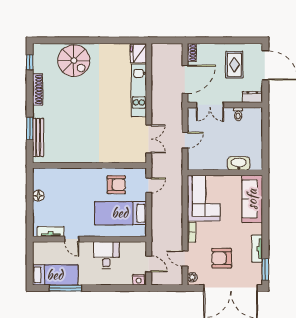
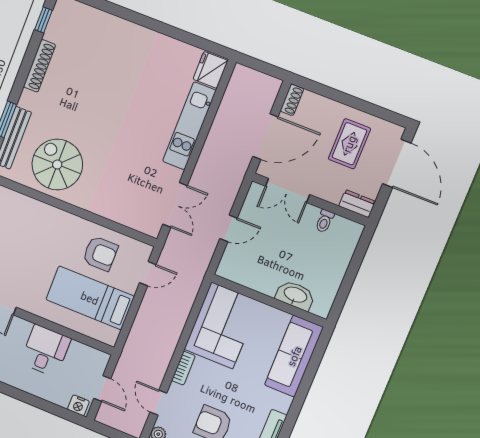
spiral stairs: (74, 61) -> (57, 165), moved, turned 180

